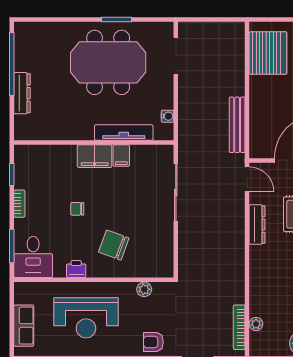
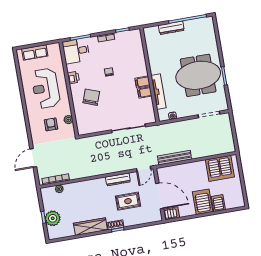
meeting table: (108, 62) -> (198, 75), turned 90
filing cabinet: (95, 156) -> (143, 82), width x0.50
armchair: (153, 342) -> (51, 124), moved

